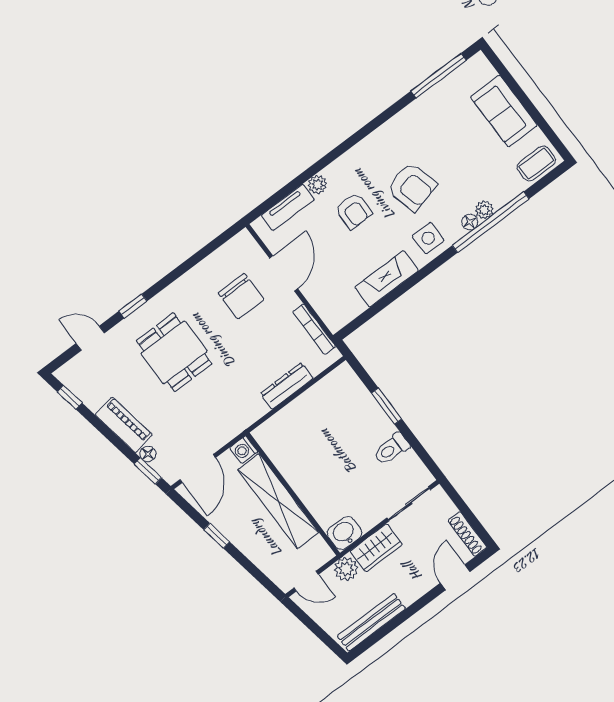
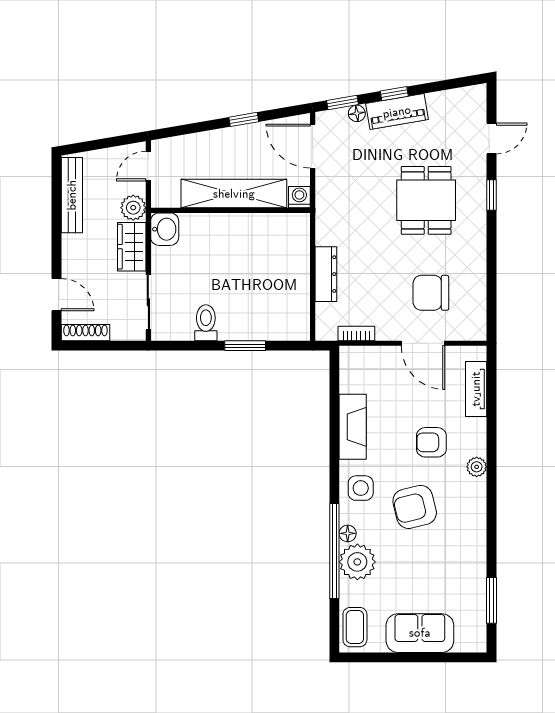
window: (439, 76) -> (491, 600), width x0.69
plant: (317, 185) -> (477, 467), moved
plant: (484, 210) -> (357, 562), width x1.88, depth x1.88
bookcase: (314, 329) -> (356, 334), width x0.64
dining table: (174, 352) -> (426, 200), turned 90
window: (70, 397) -> (394, 94), moved

